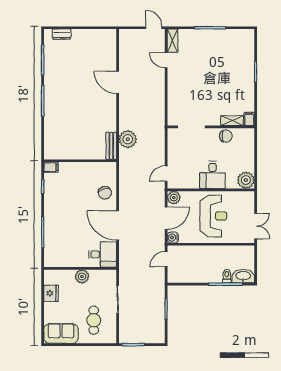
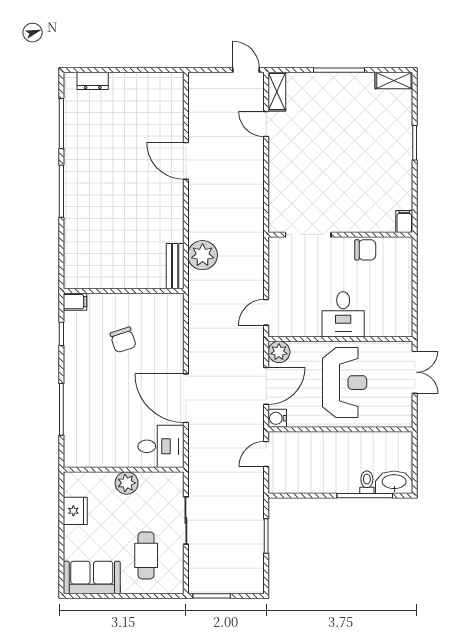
shelving: (232, 121) -> (394, 81), moved
plant: (246, 180) -> (399, 323), removed
chair: (105, 193) -> (123, 340), moved
double door: (256, 226) -> (415, 372), moved

